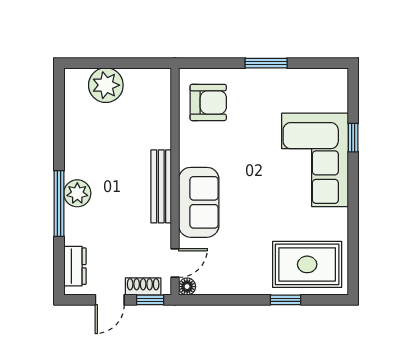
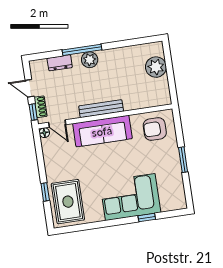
armchair: (208, 102) -> (155, 129), turned 90
sofa: (199, 202) -> (102, 131), width x1.36
dresser: (75, 266) -> (60, 63), moved

